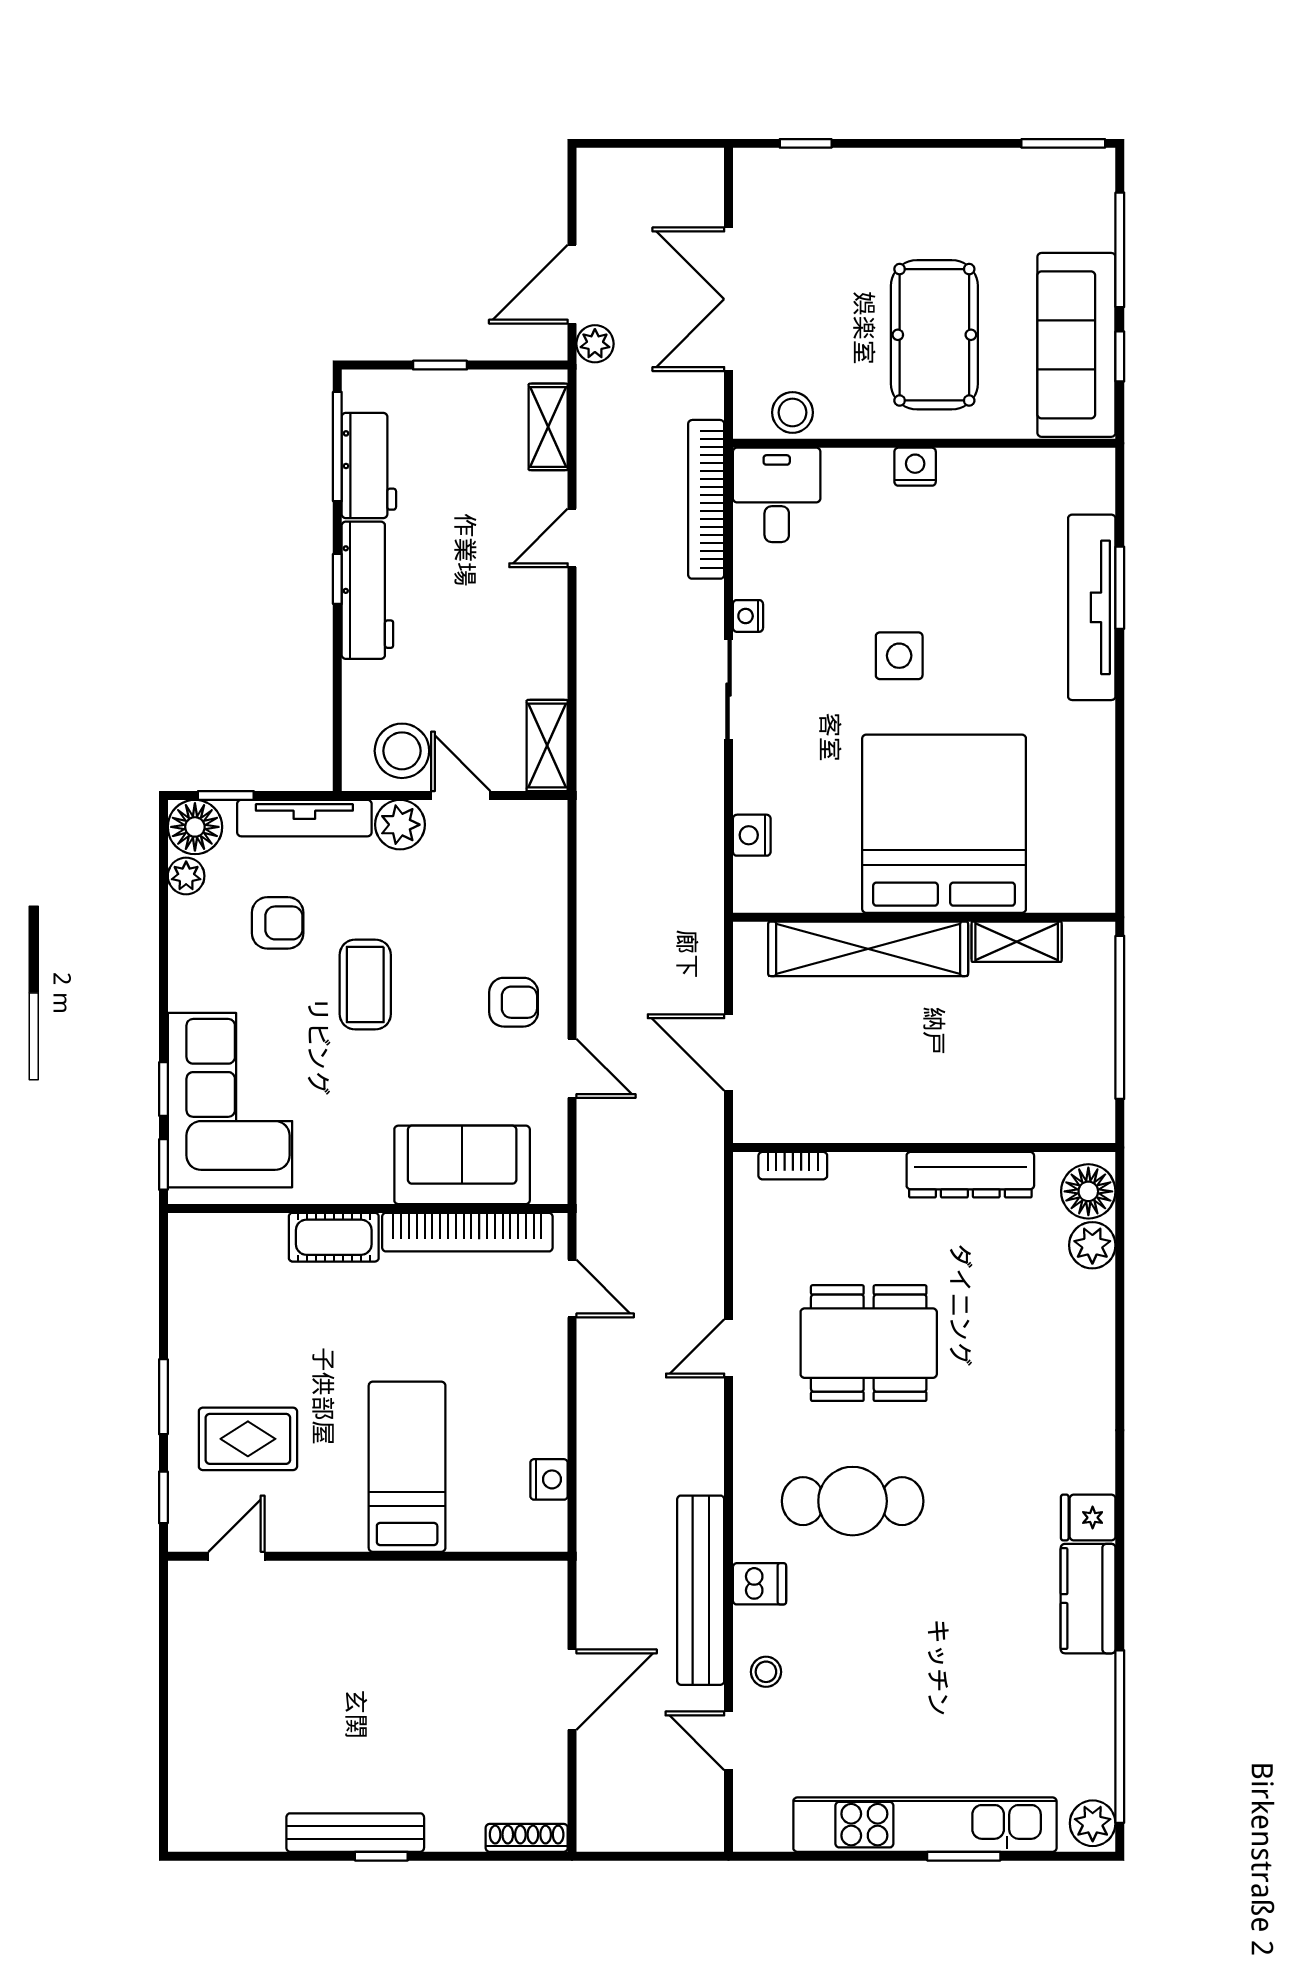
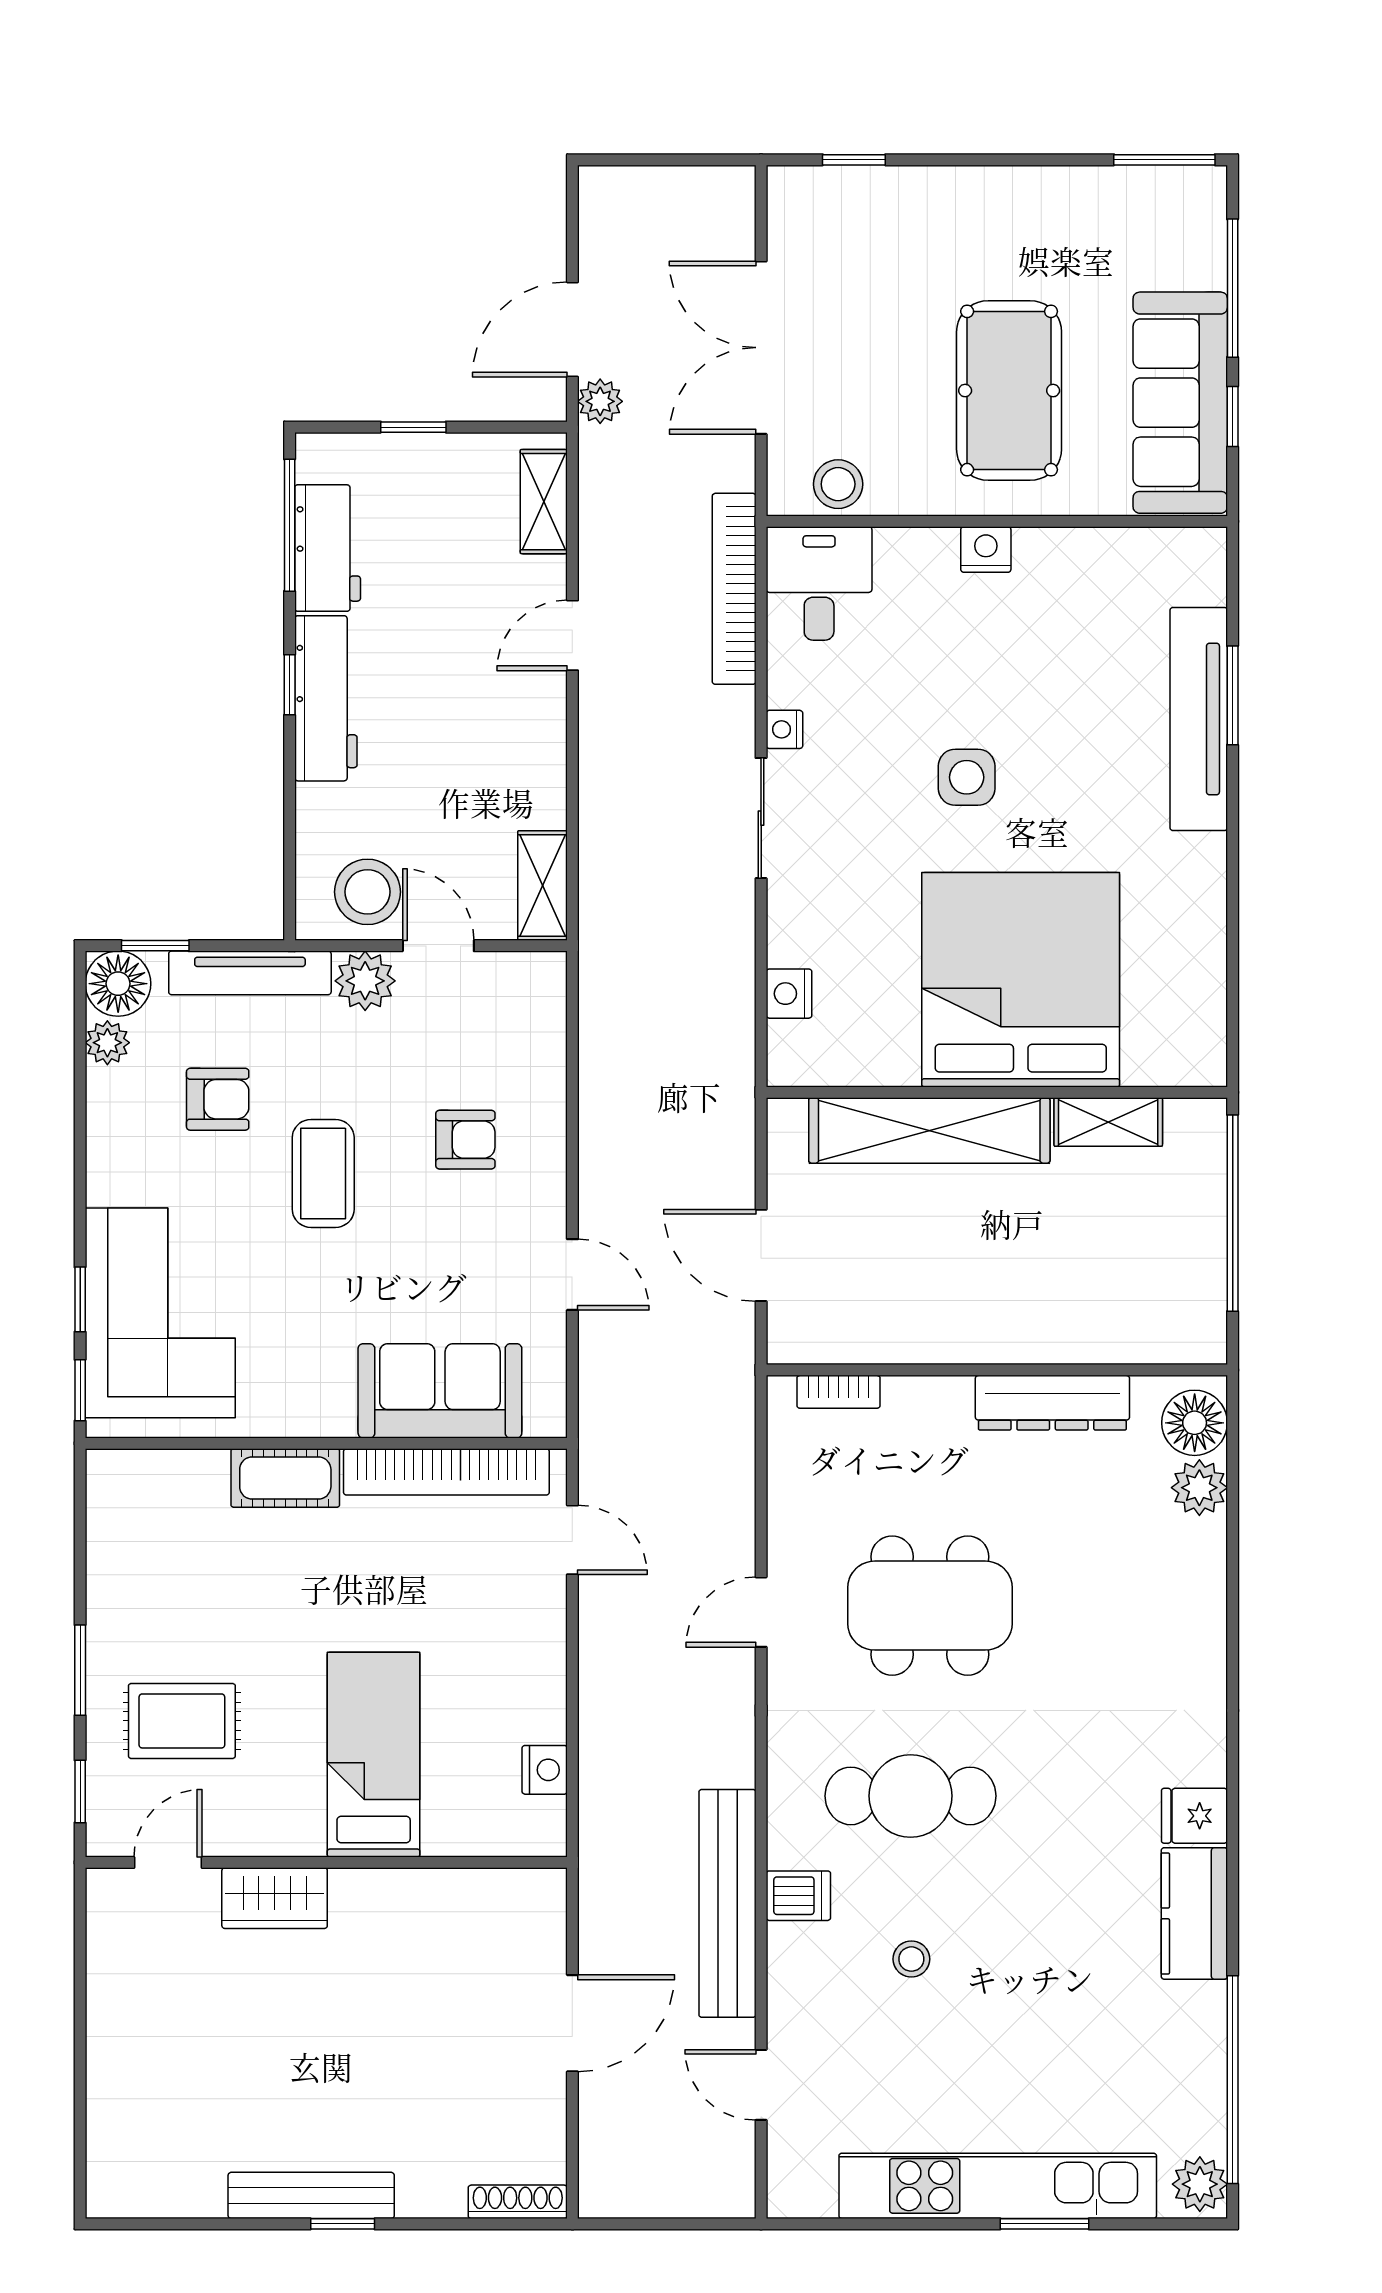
armchair: (514, 1002) -> (465, 1140), moved
wardrobe: (325, 1586) -> (275, 1898), added
stool: (766, 1672) -> (911, 1959), moved

